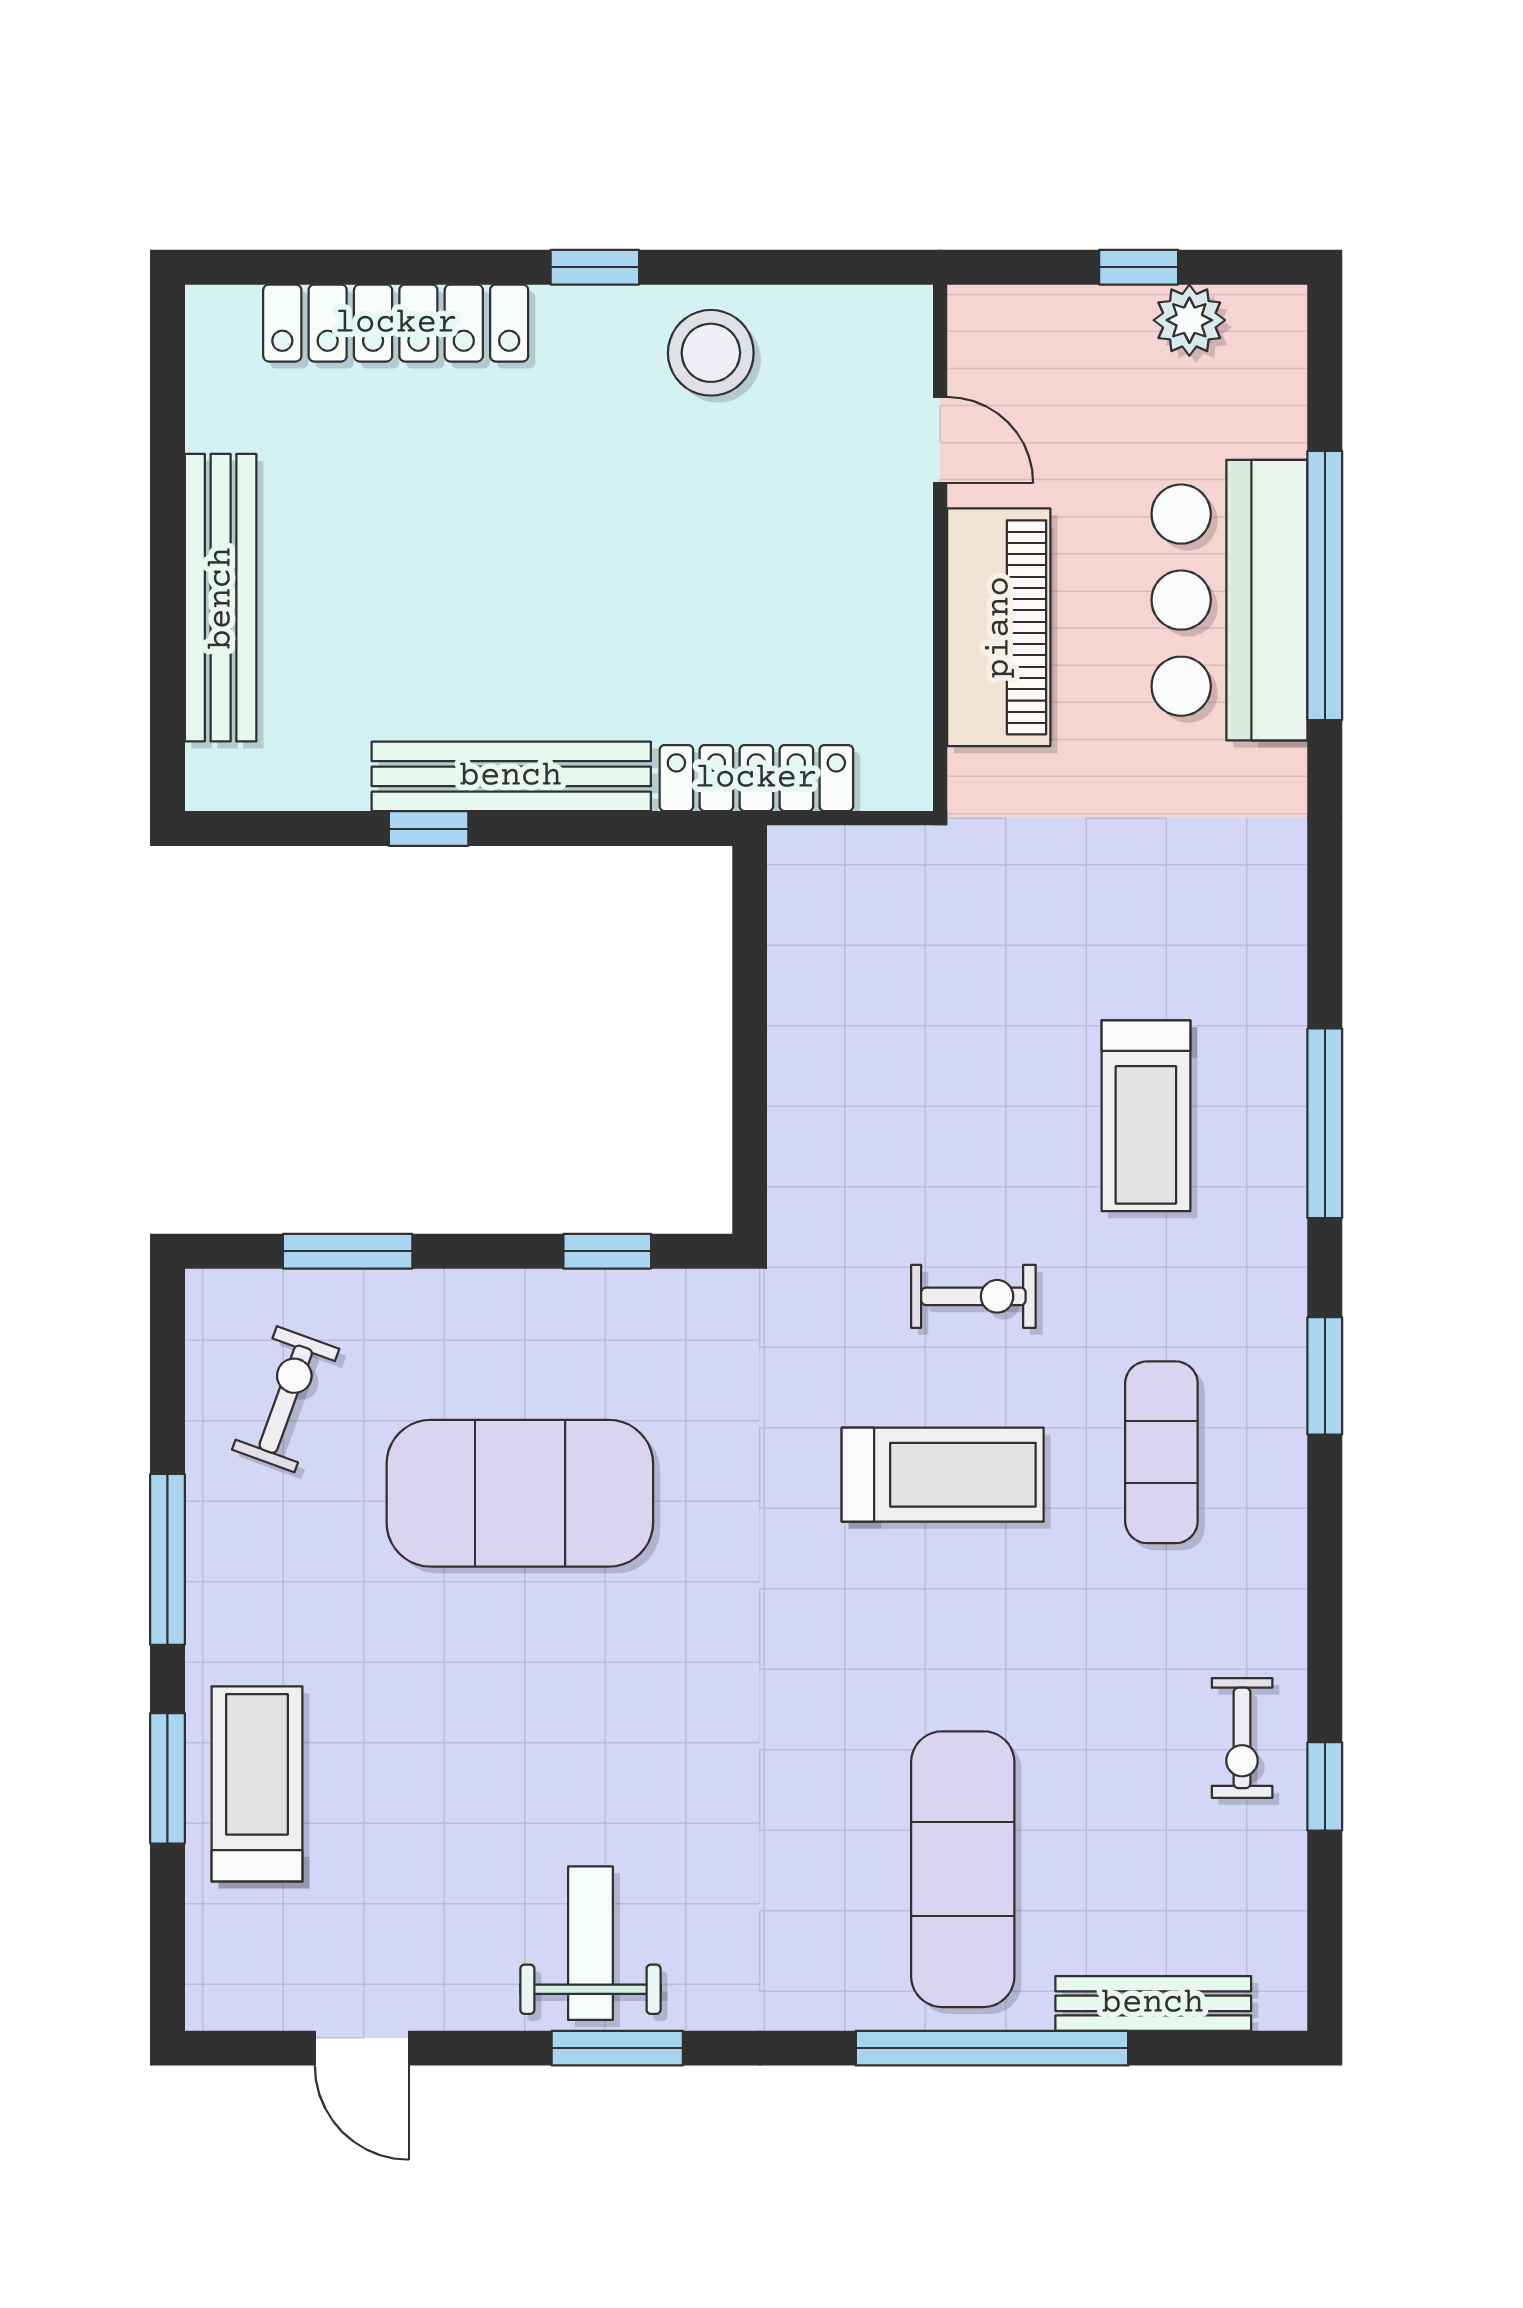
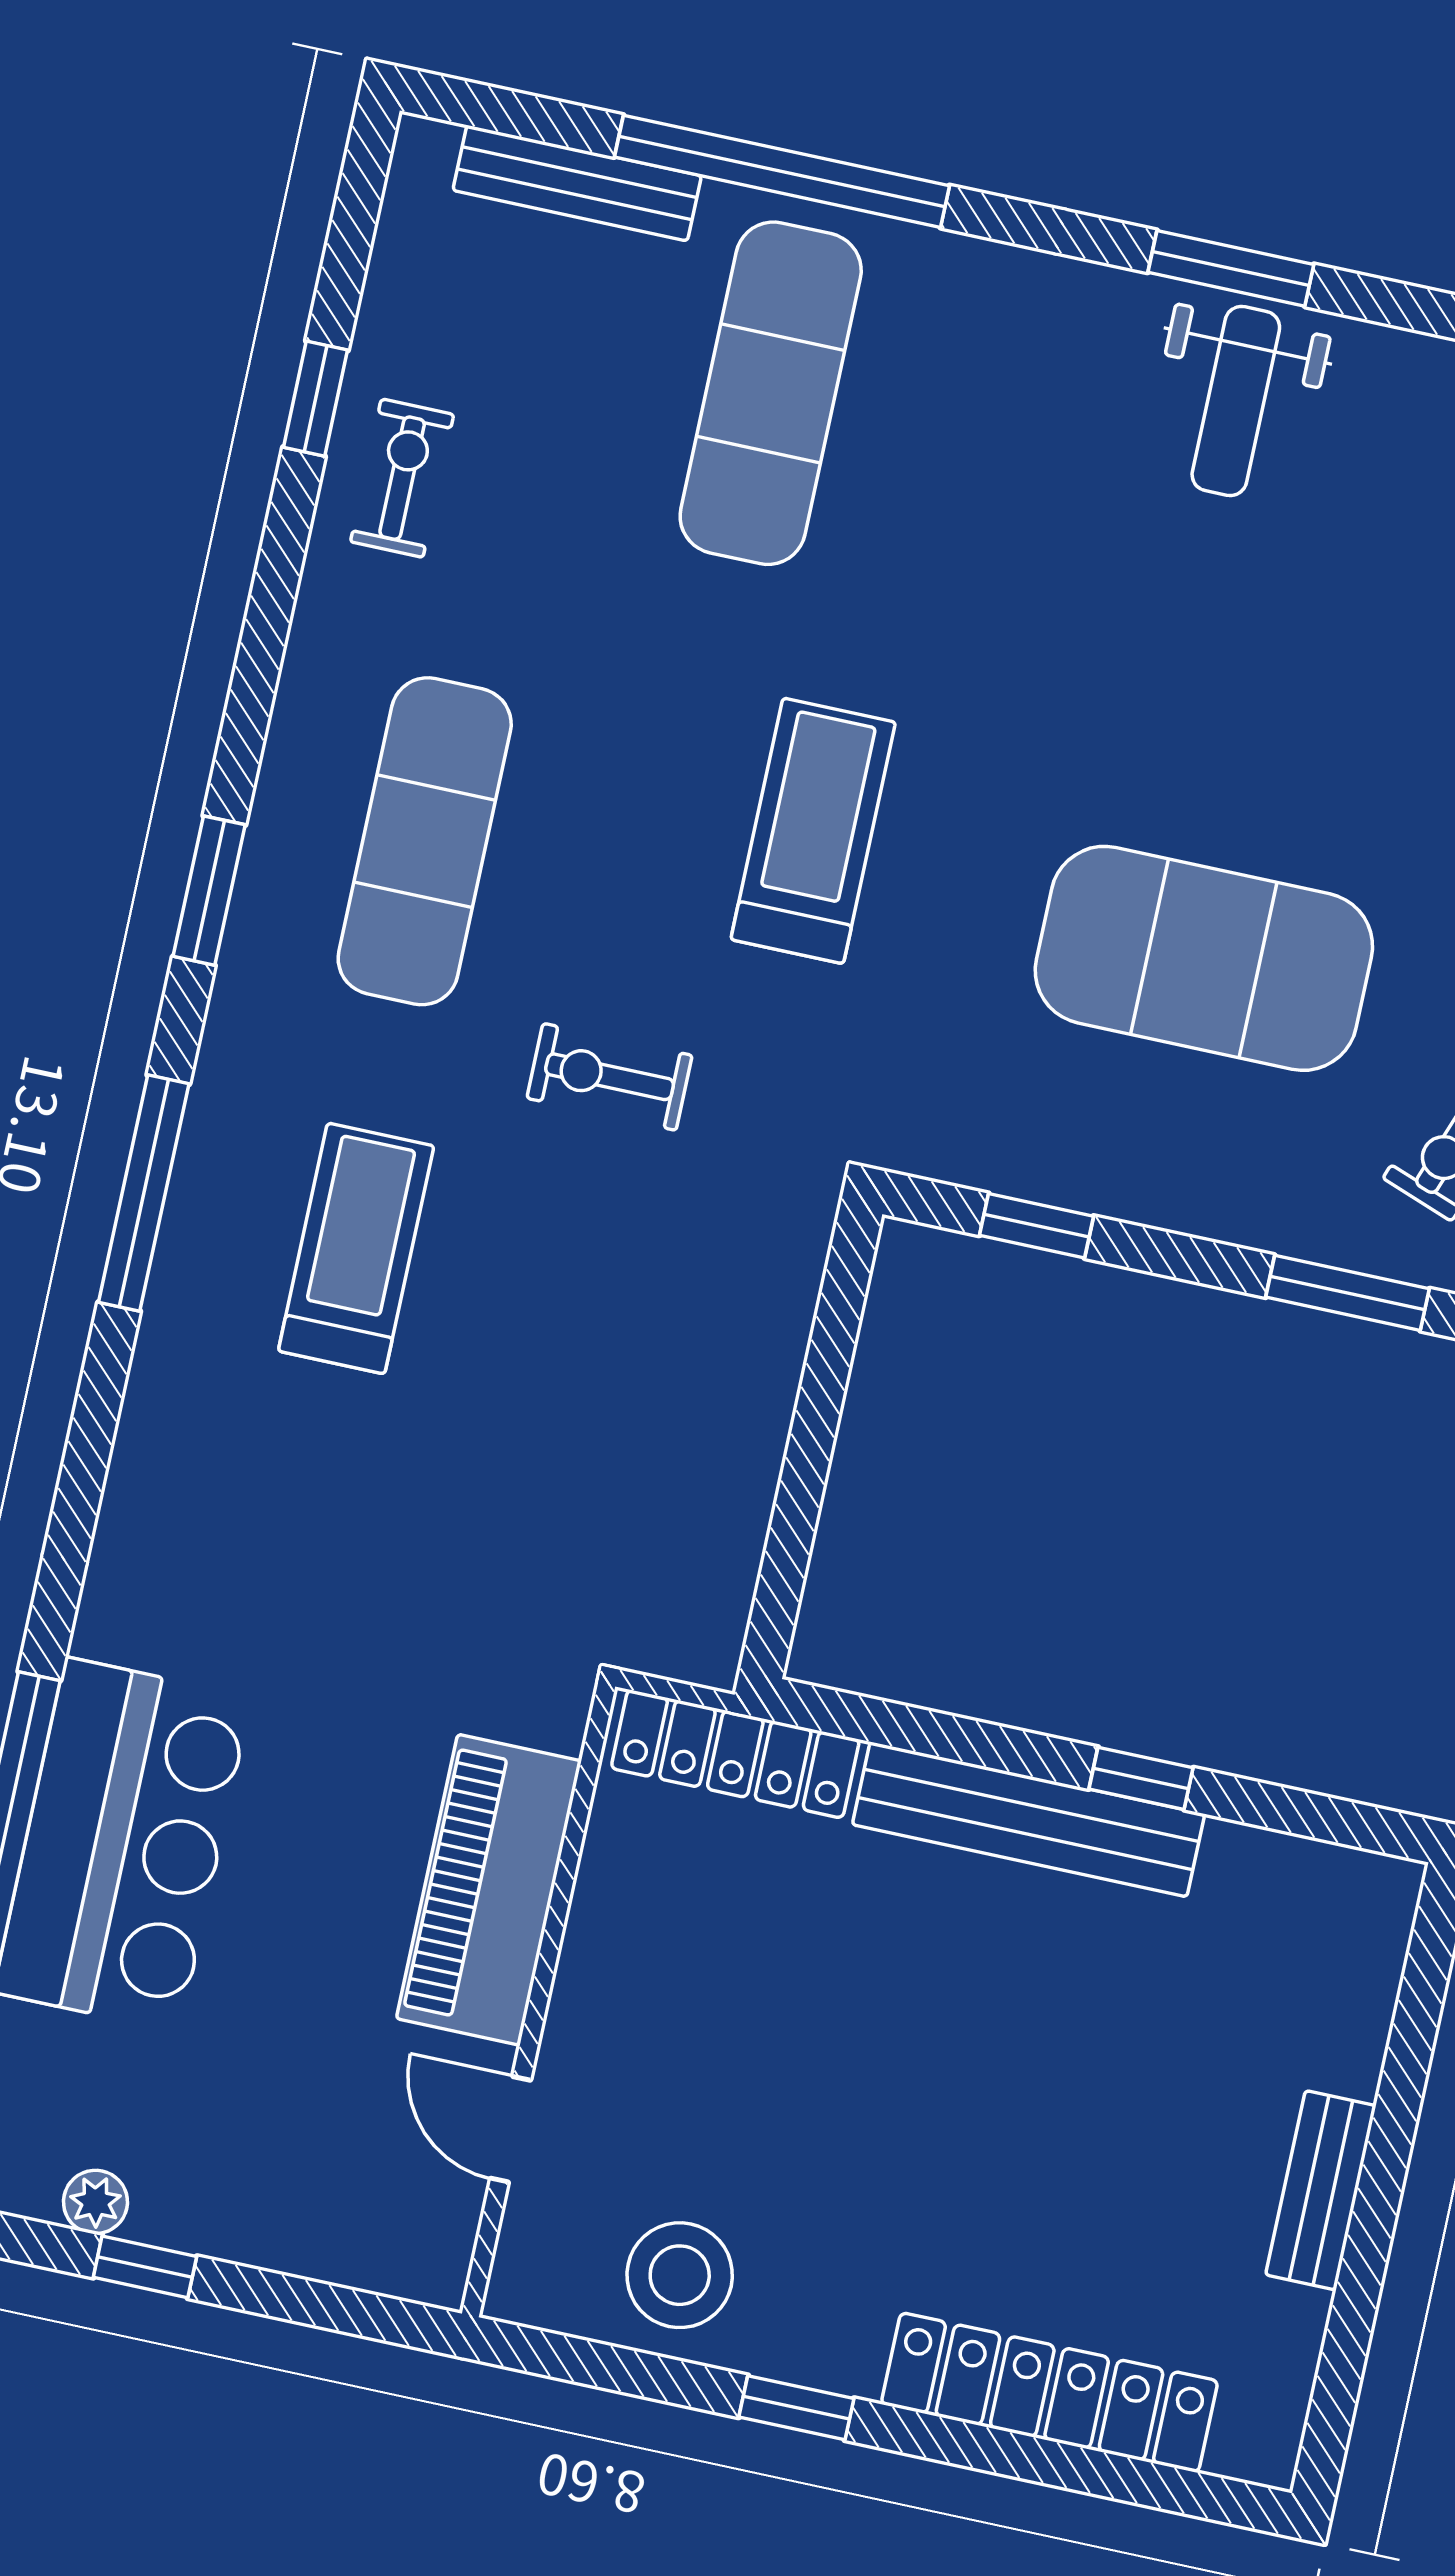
plant: (1189, 320) -> (95, 2202), width x0.73, depth x0.73
door: (940, 440) -> (511, 2129), moved
wall: (940, 548) -> (538, 2000), moved
bench: (221, 598) -> (1321, 2190), width x0.54, depth x0.82
piano: (999, 627) -> (489, 1890), moved
exercise mat: (1161, 1452) -> (425, 841), width x1.36, depth x1.45
treadmill: (943, 1475) -> (813, 831), moved, turned 90

